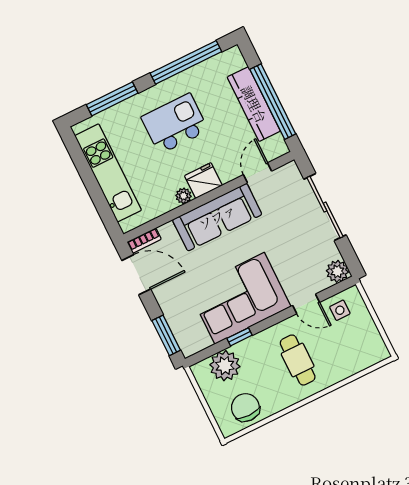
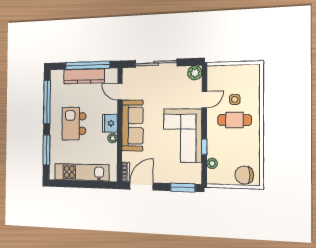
side table: (340, 310) -> (235, 99), moved
plant: (225, 366) -> (212, 163), width x0.53, depth x0.53
chair: (245, 408) -> (244, 175), moved

